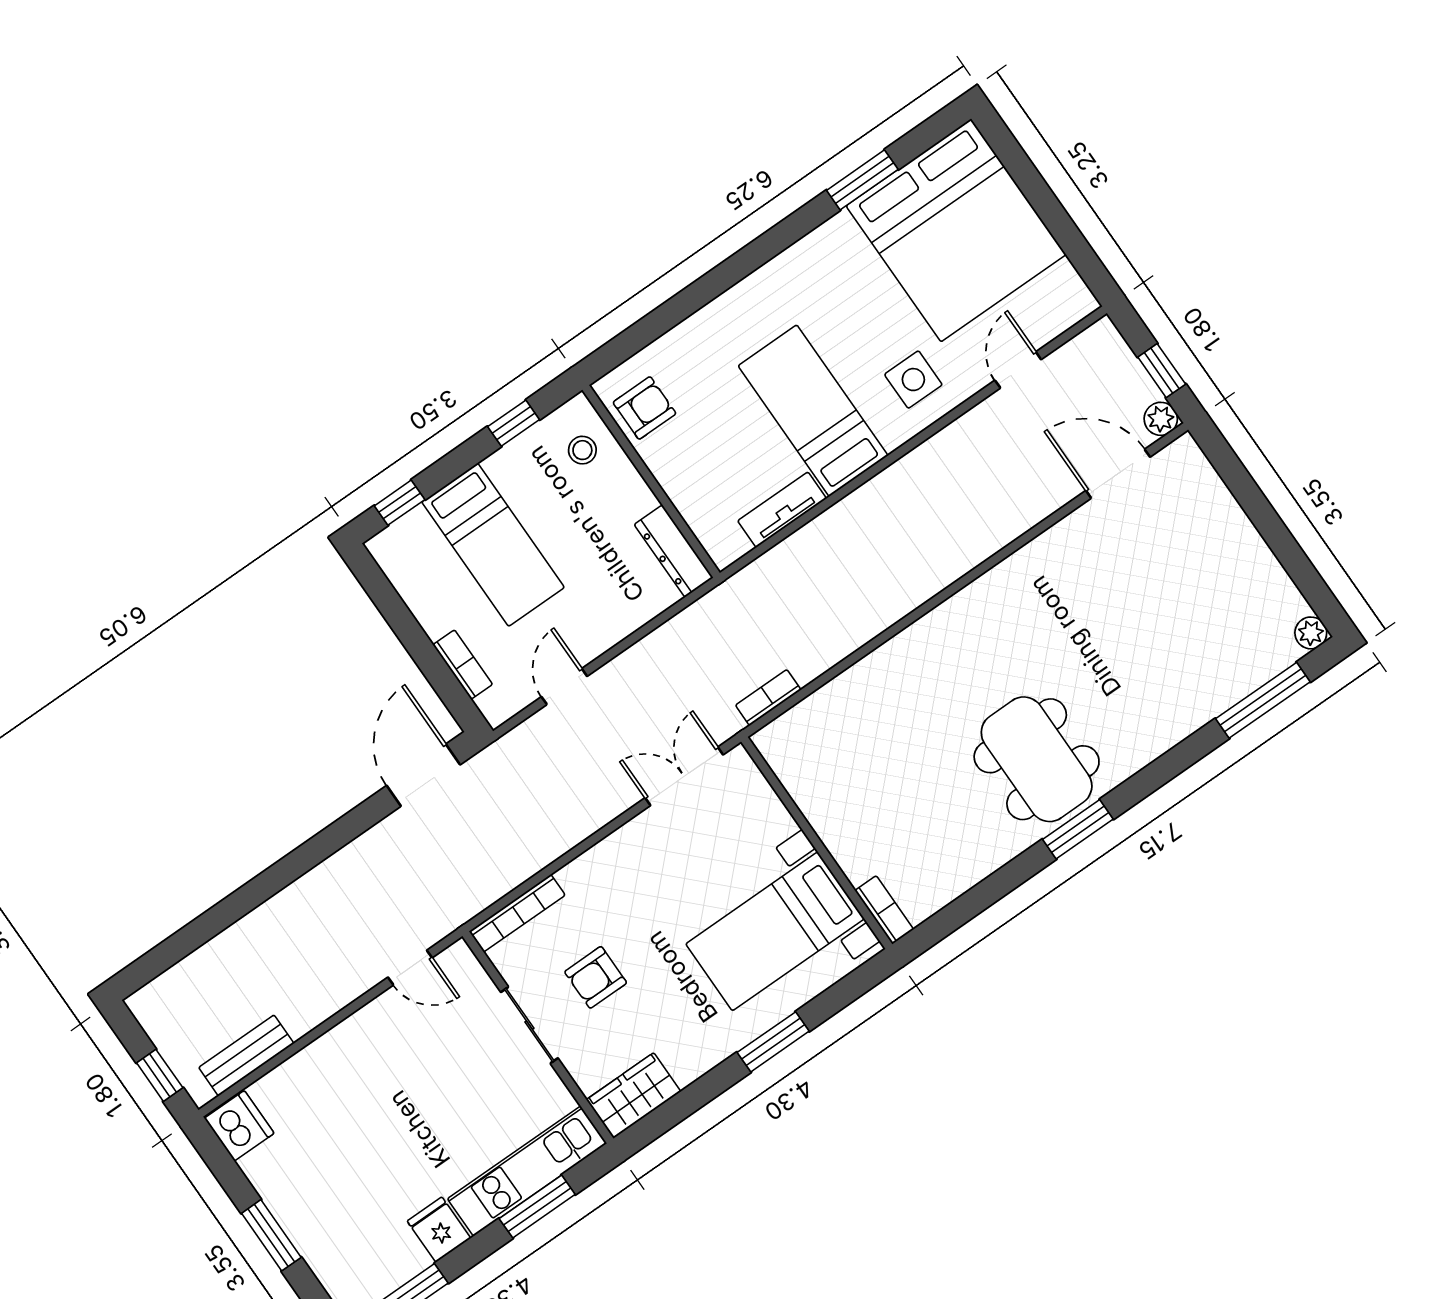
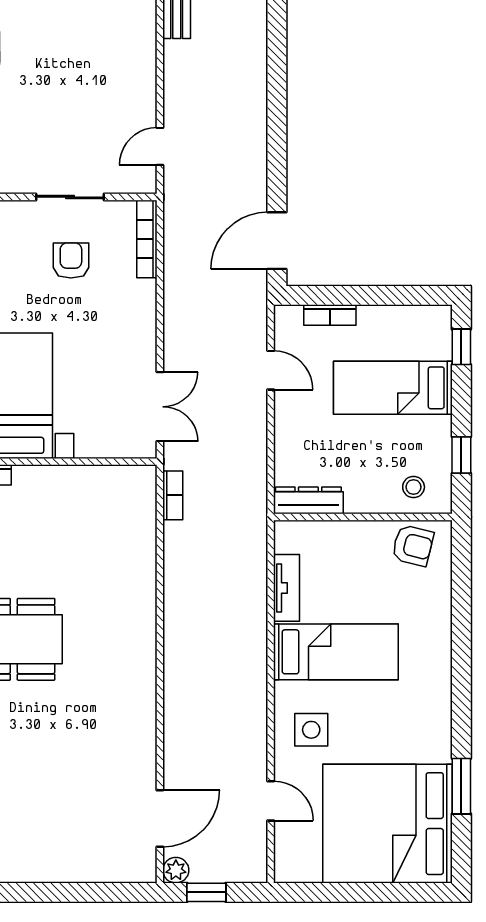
armchair: (645, 408) -> (413, 545), turned -76
door: (423, 775) -> (277, 241), swing flipped

